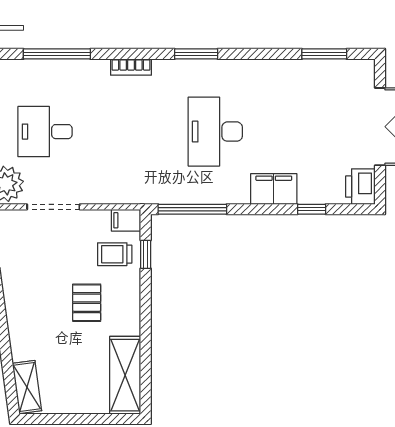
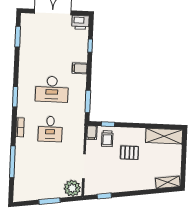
desk: (45, 132) -> (50, 129), moved
filing cabinet: (274, 189) -> (80, 68), width x0.50
window: (192, 209) -> (88, 101), width x0.69

